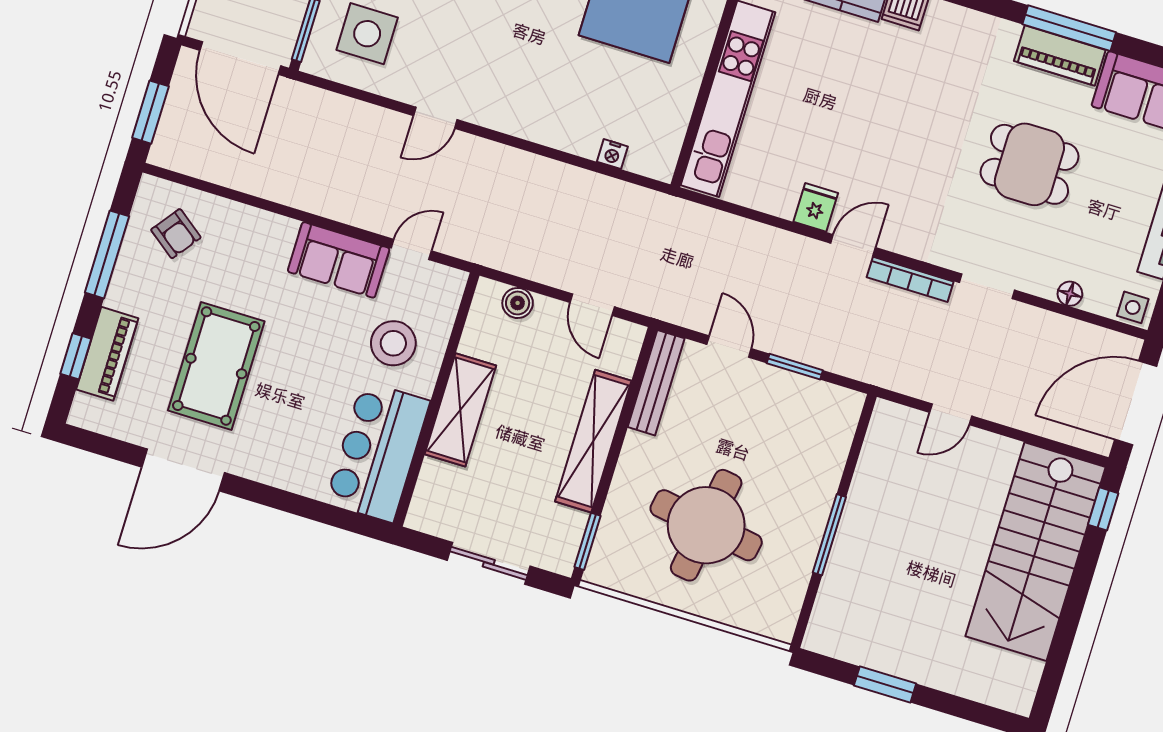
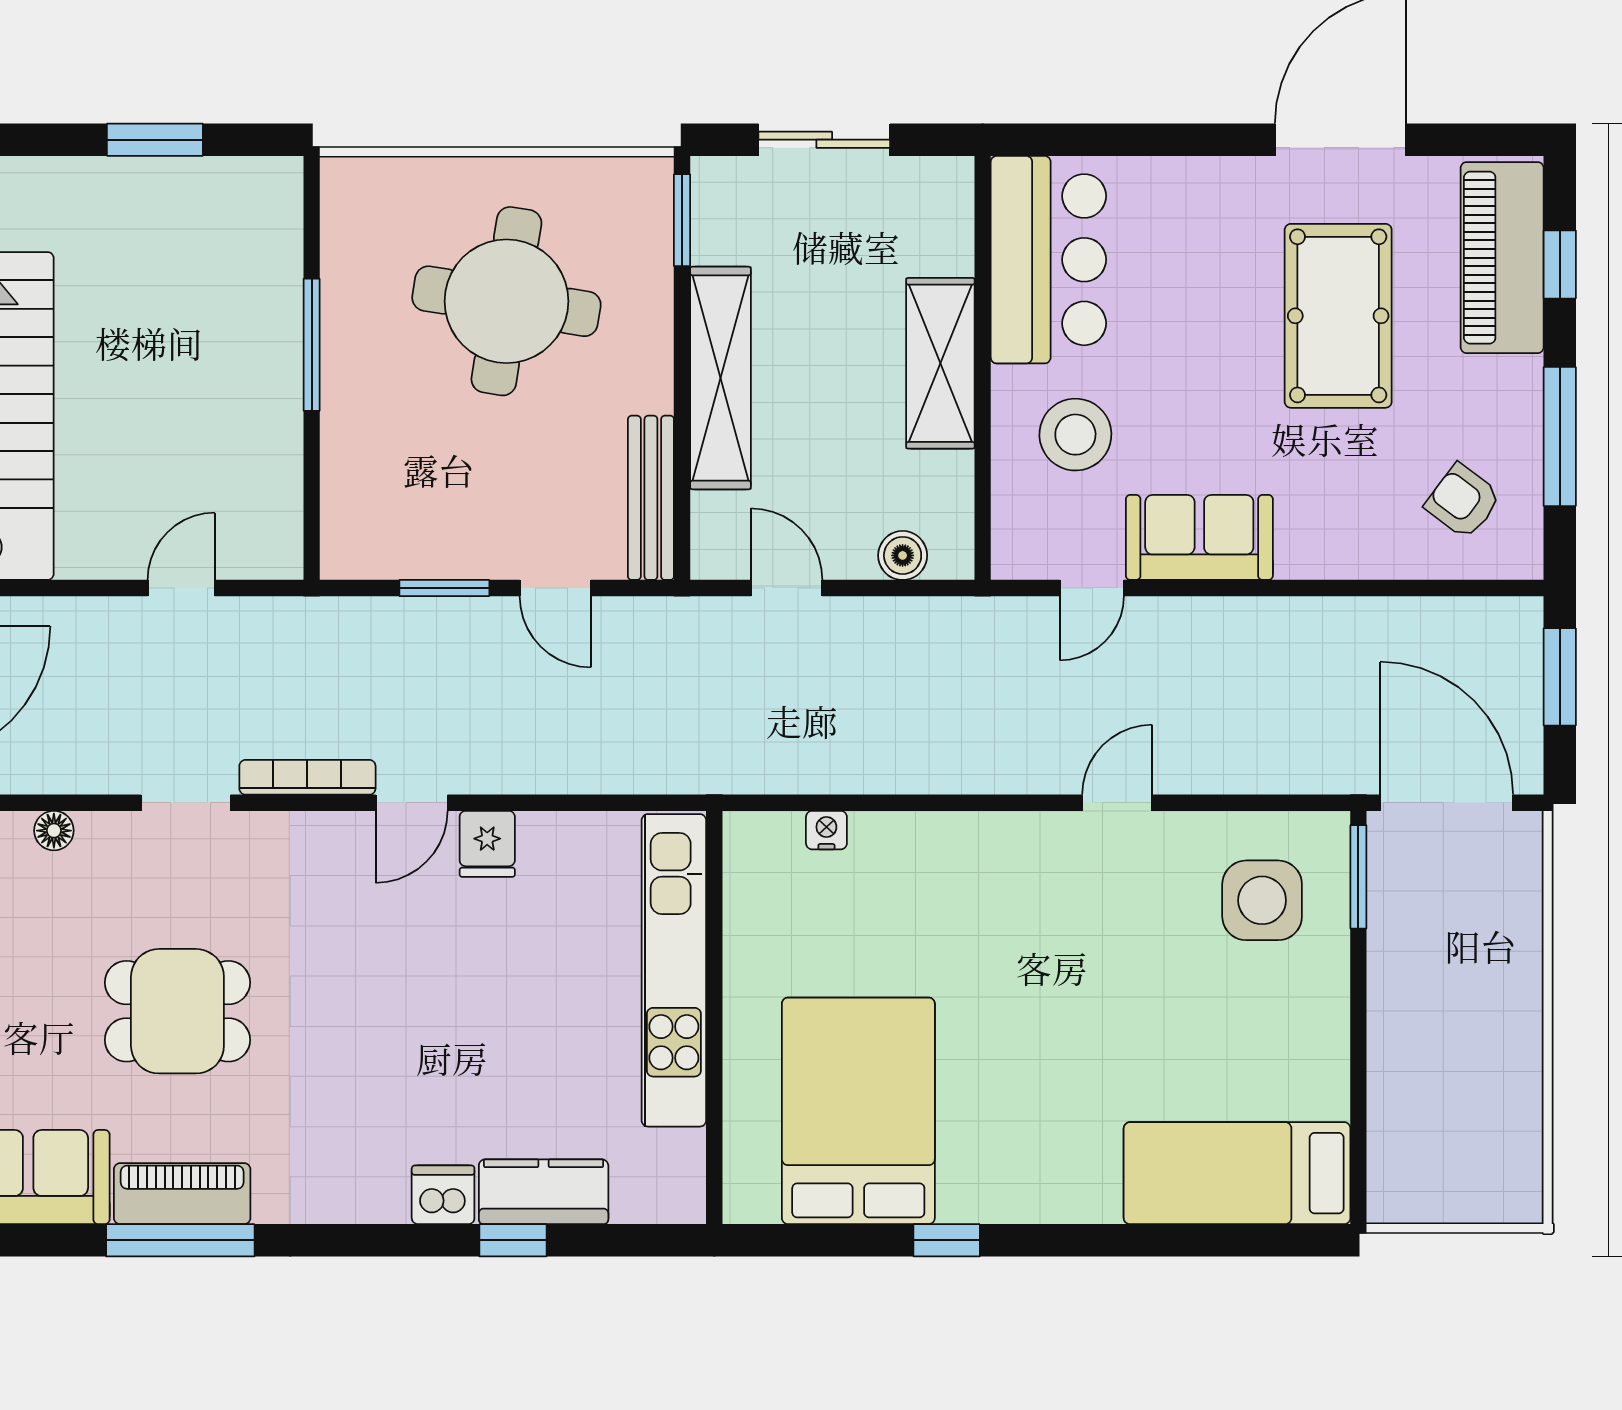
piano: (107, 354) -> (1502, 258), width x1.37, depth x1.33

